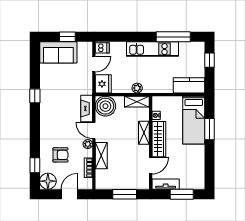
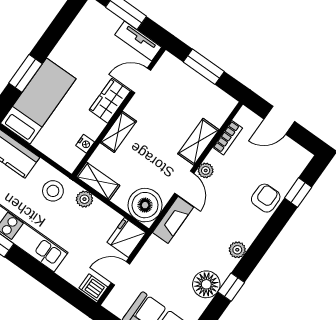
stool: (155, 81) -> (53, 191), added
plant: (45, 116) -> (237, 250), added
wardrobe: (159, 139) -> (110, 101), width x0.67
armchair: (60, 155) -> (266, 198), moved, turned 90
floor lamp: (48, 181) -> (206, 284), moved

